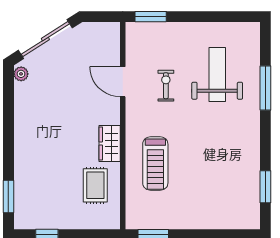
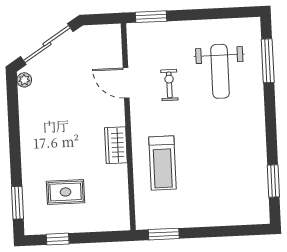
weight bench: (217, 74) -> (220, 71), turned 180
window: (265, 88) -> (268, 61), moved
rug: (95, 185) -> (66, 192), moved, turned 90

